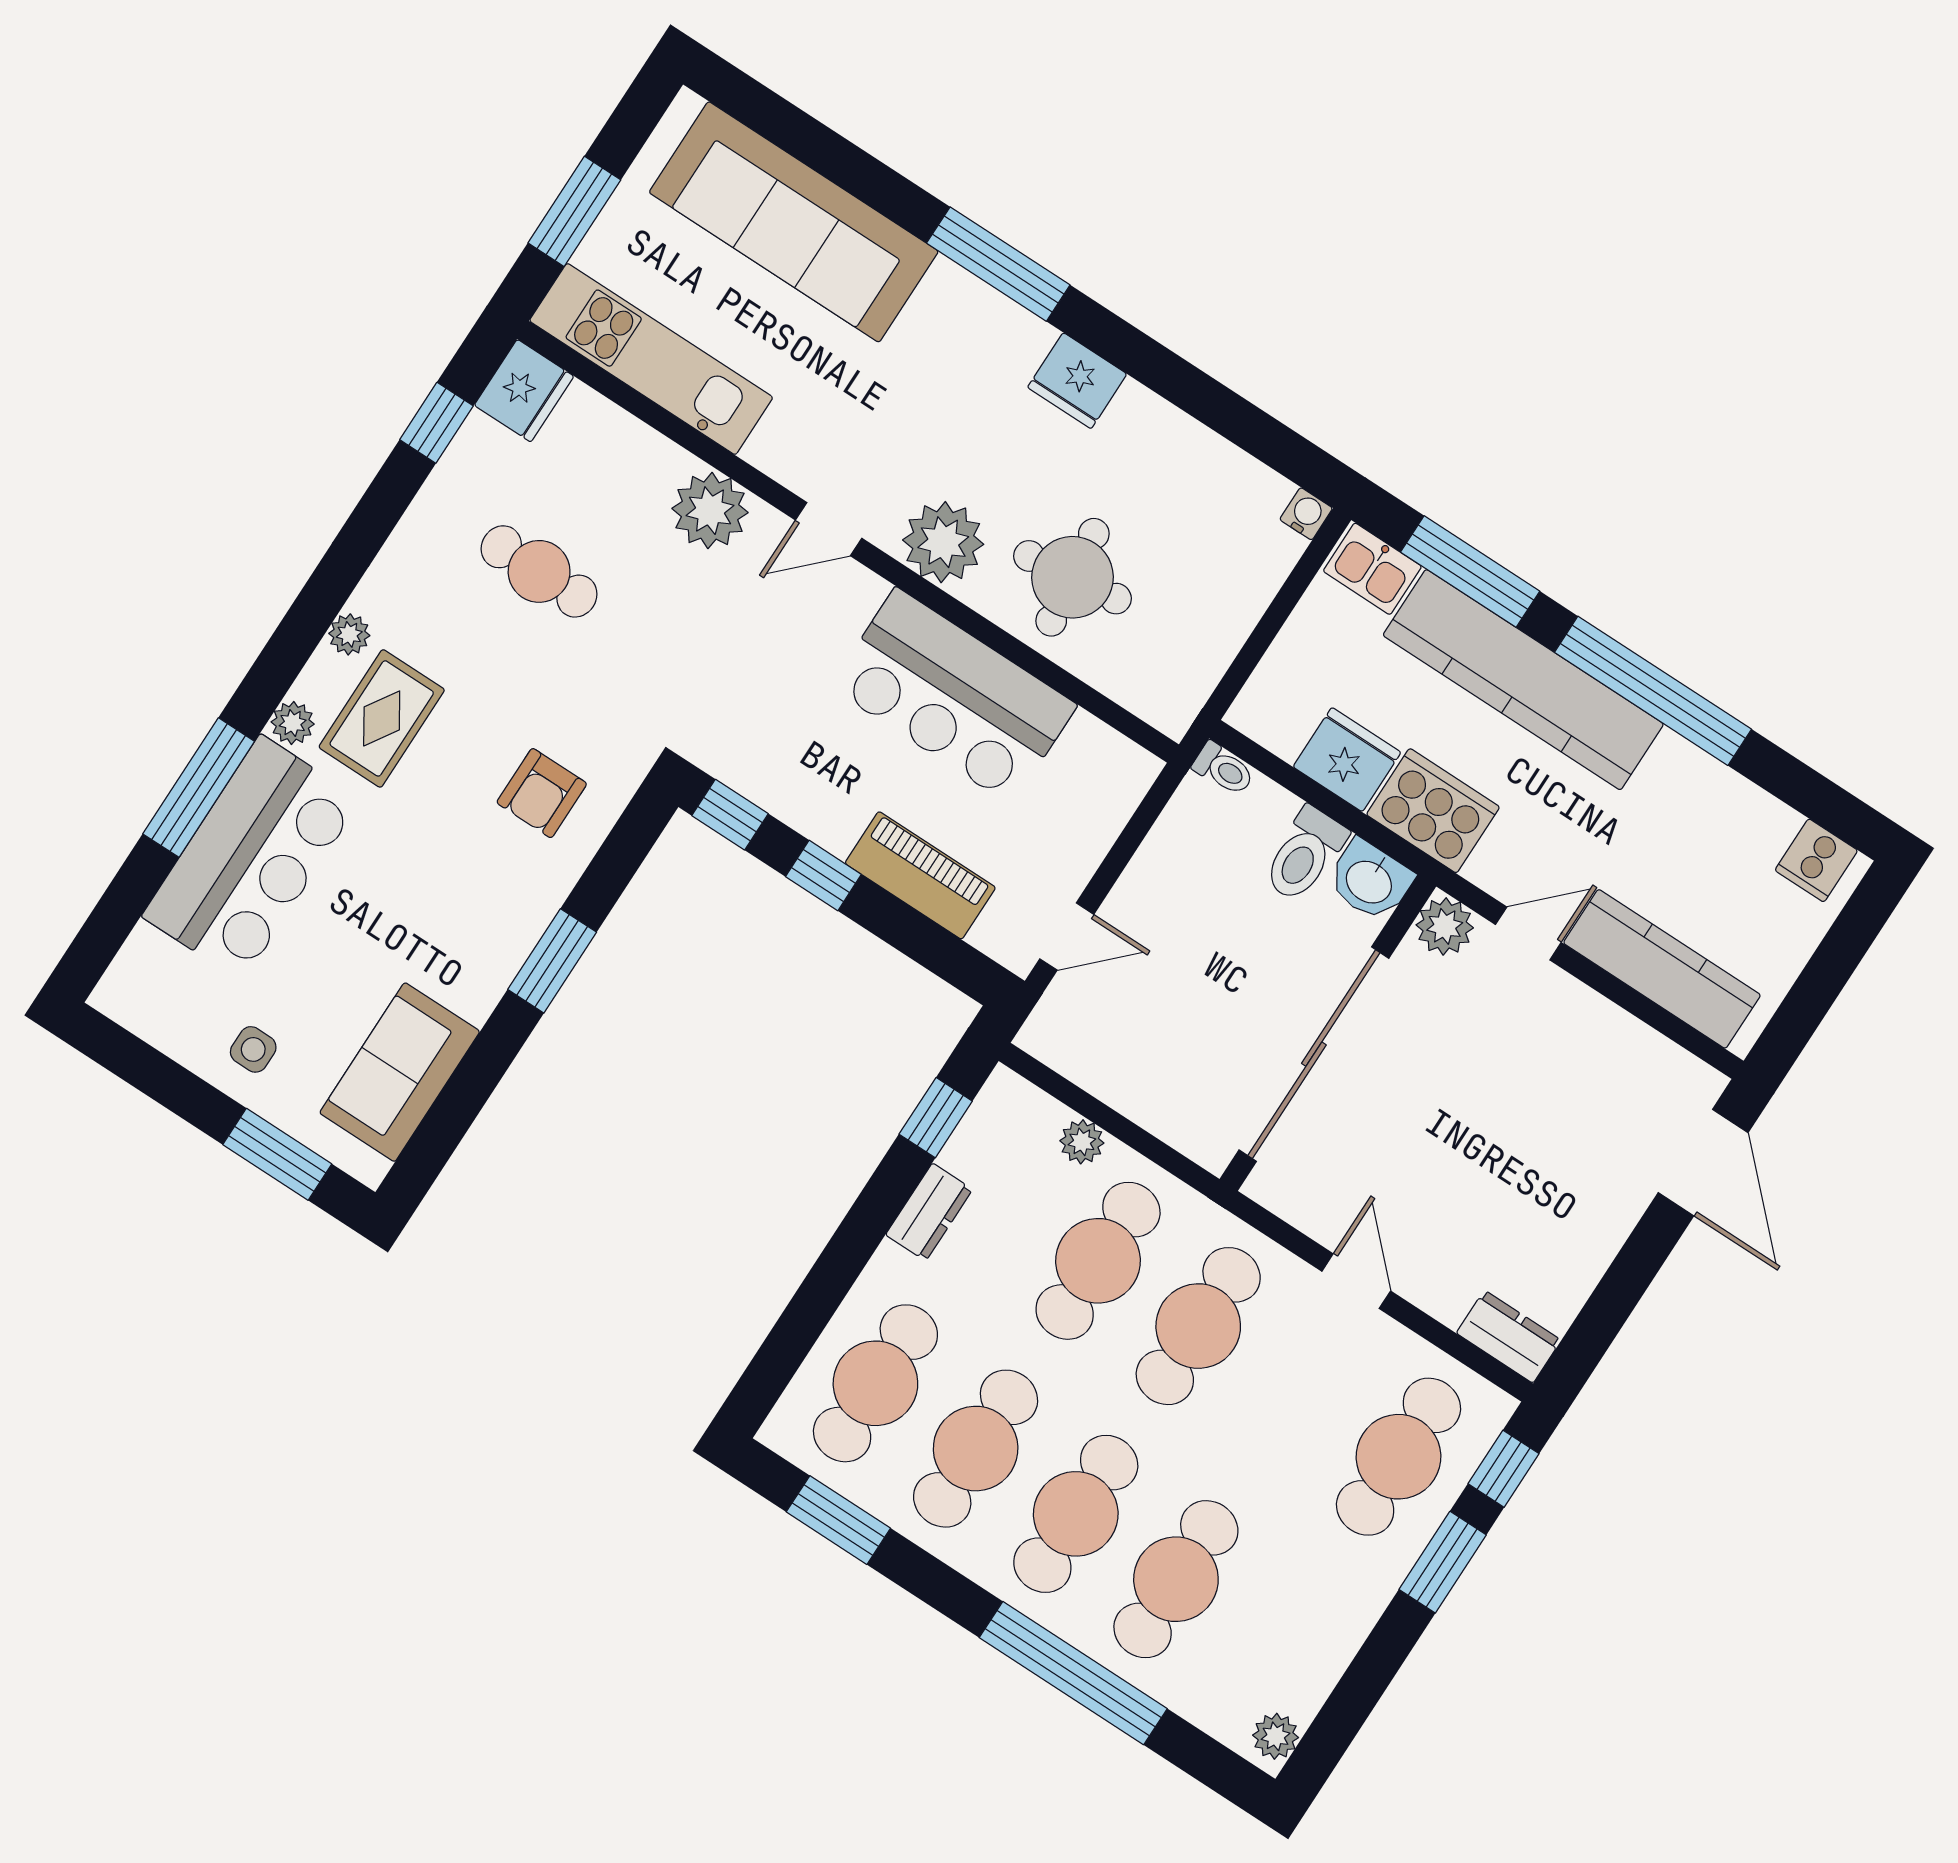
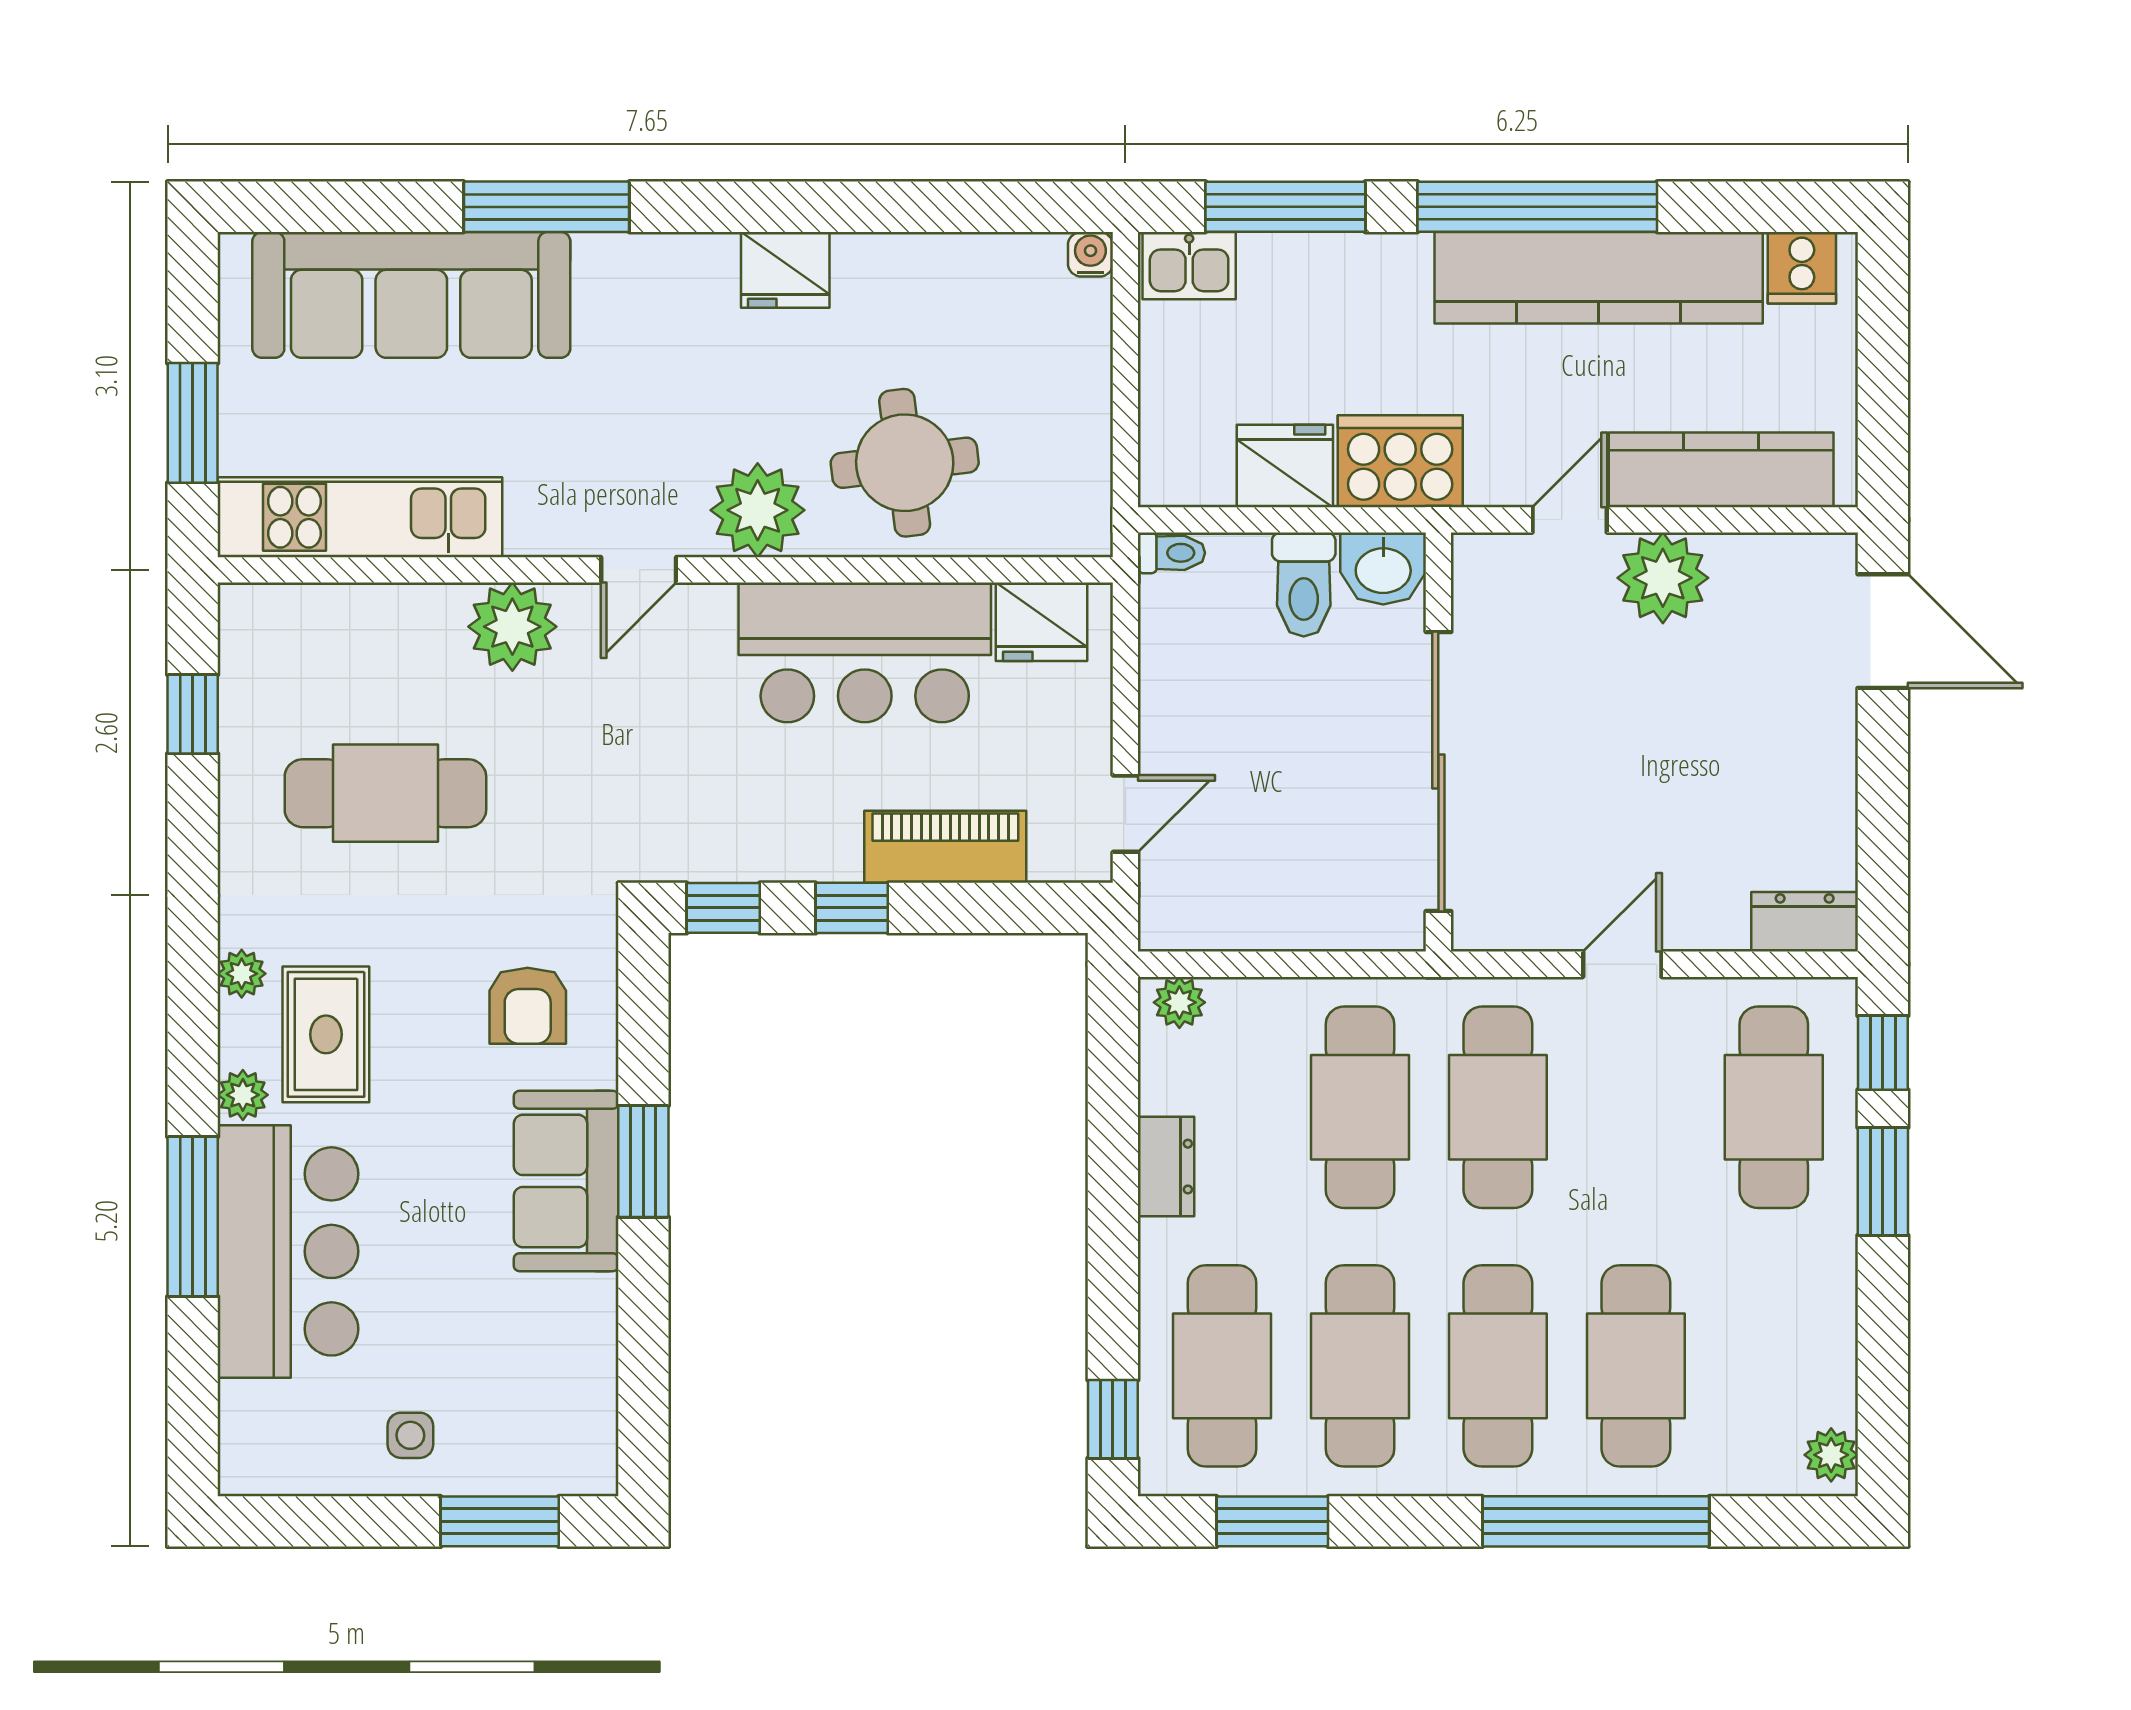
window: (998, 264) -> (546, 207), moved
fridge: (524, 391) -> (1041, 622), moved, turned 90
cafe table: (539, 571) -> (385, 793), width x1.37, depth x1.35
kitchen counter: (1523, 680) -> (1599, 278), moved
plant: (1445, 926) -> (1663, 578), moved, width x1.36, depth x1.36
sofa: (400, 1072) -> (566, 1181), moved
window: (936, 1118) -> (1113, 1419), moved
plant: (1082, 1142) -> (1179, 1002), moved
door: (1356, 1281) -> (1622, 964), hinge flipped

